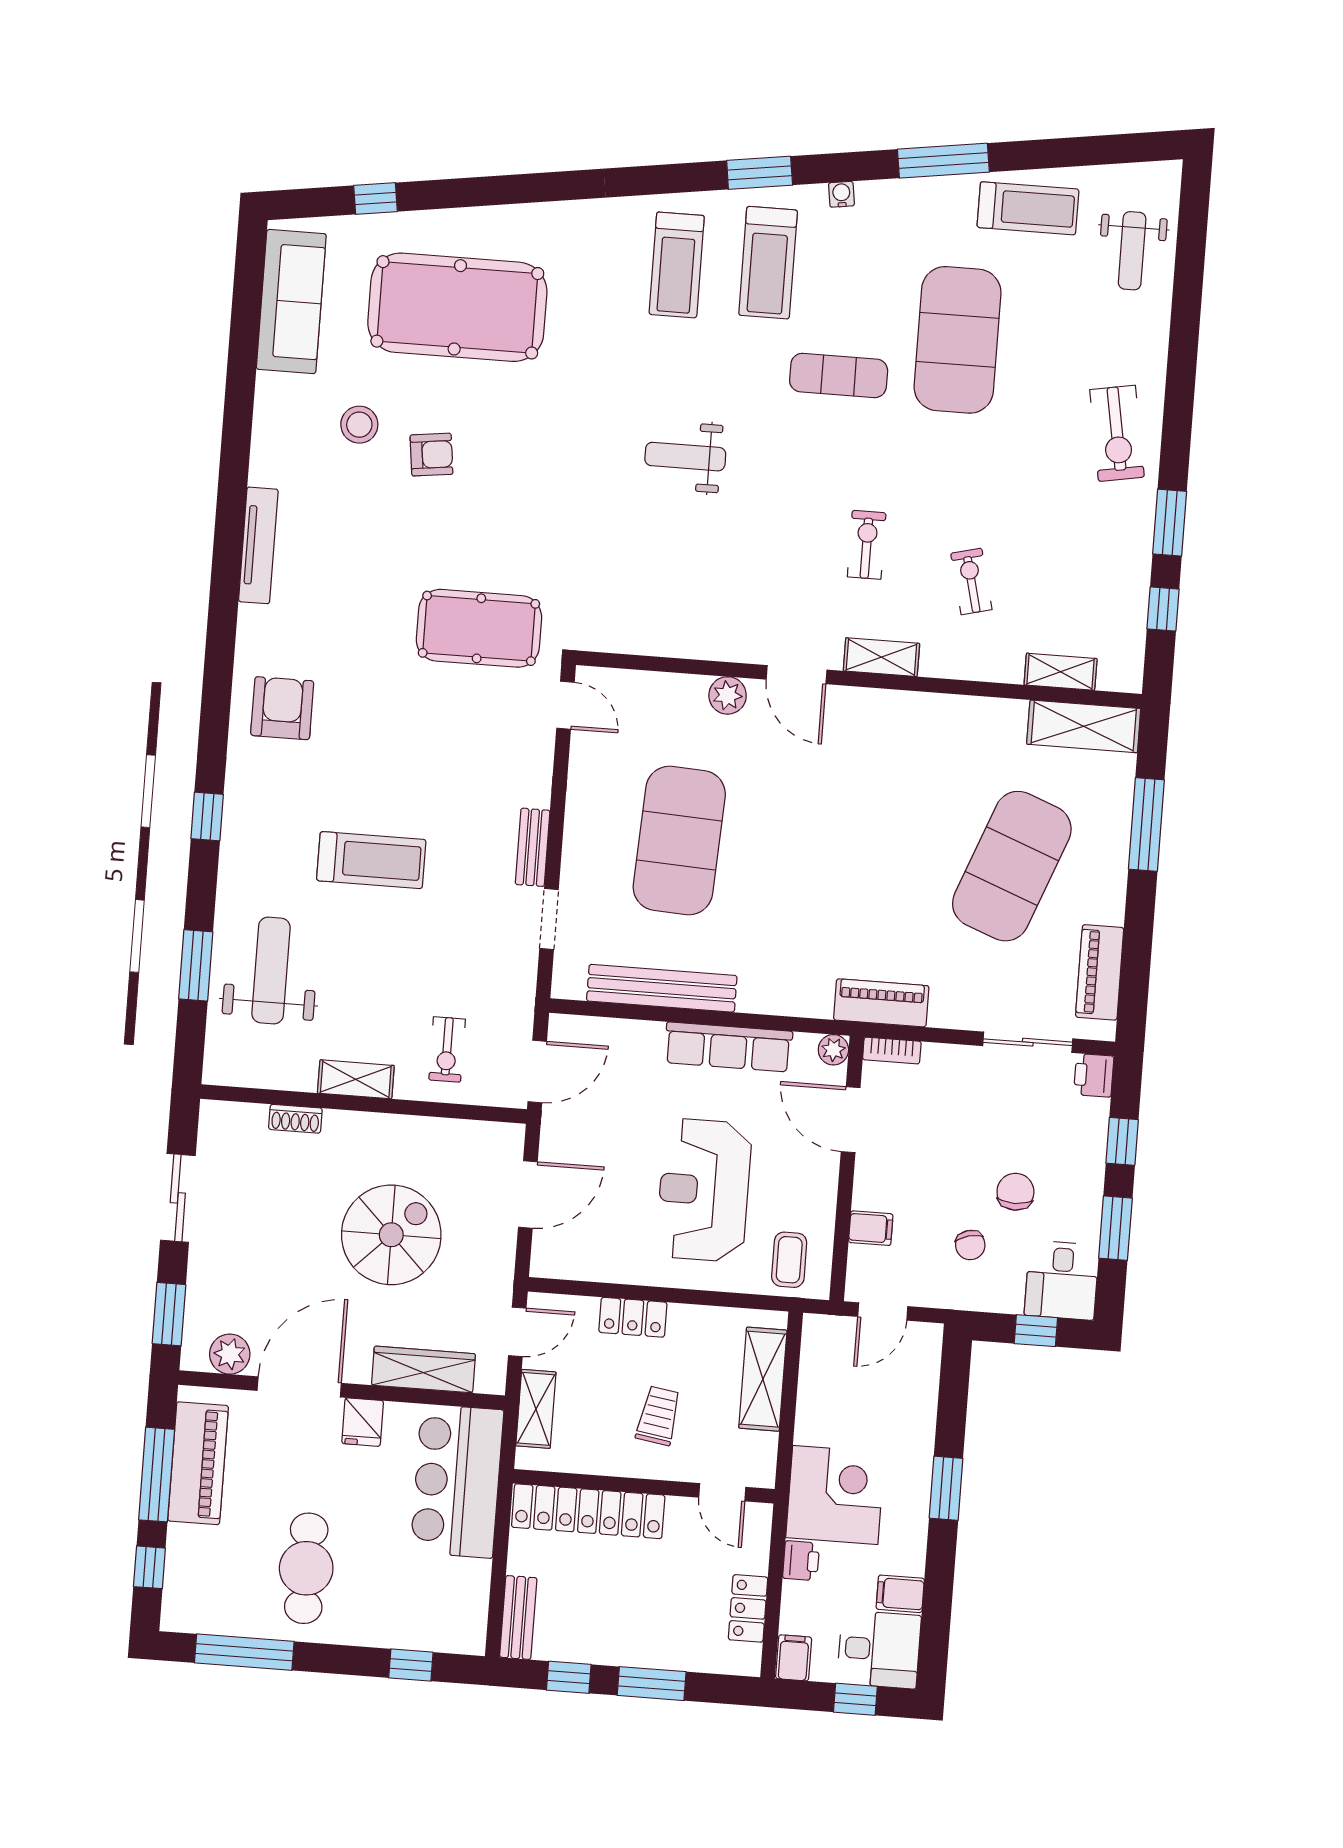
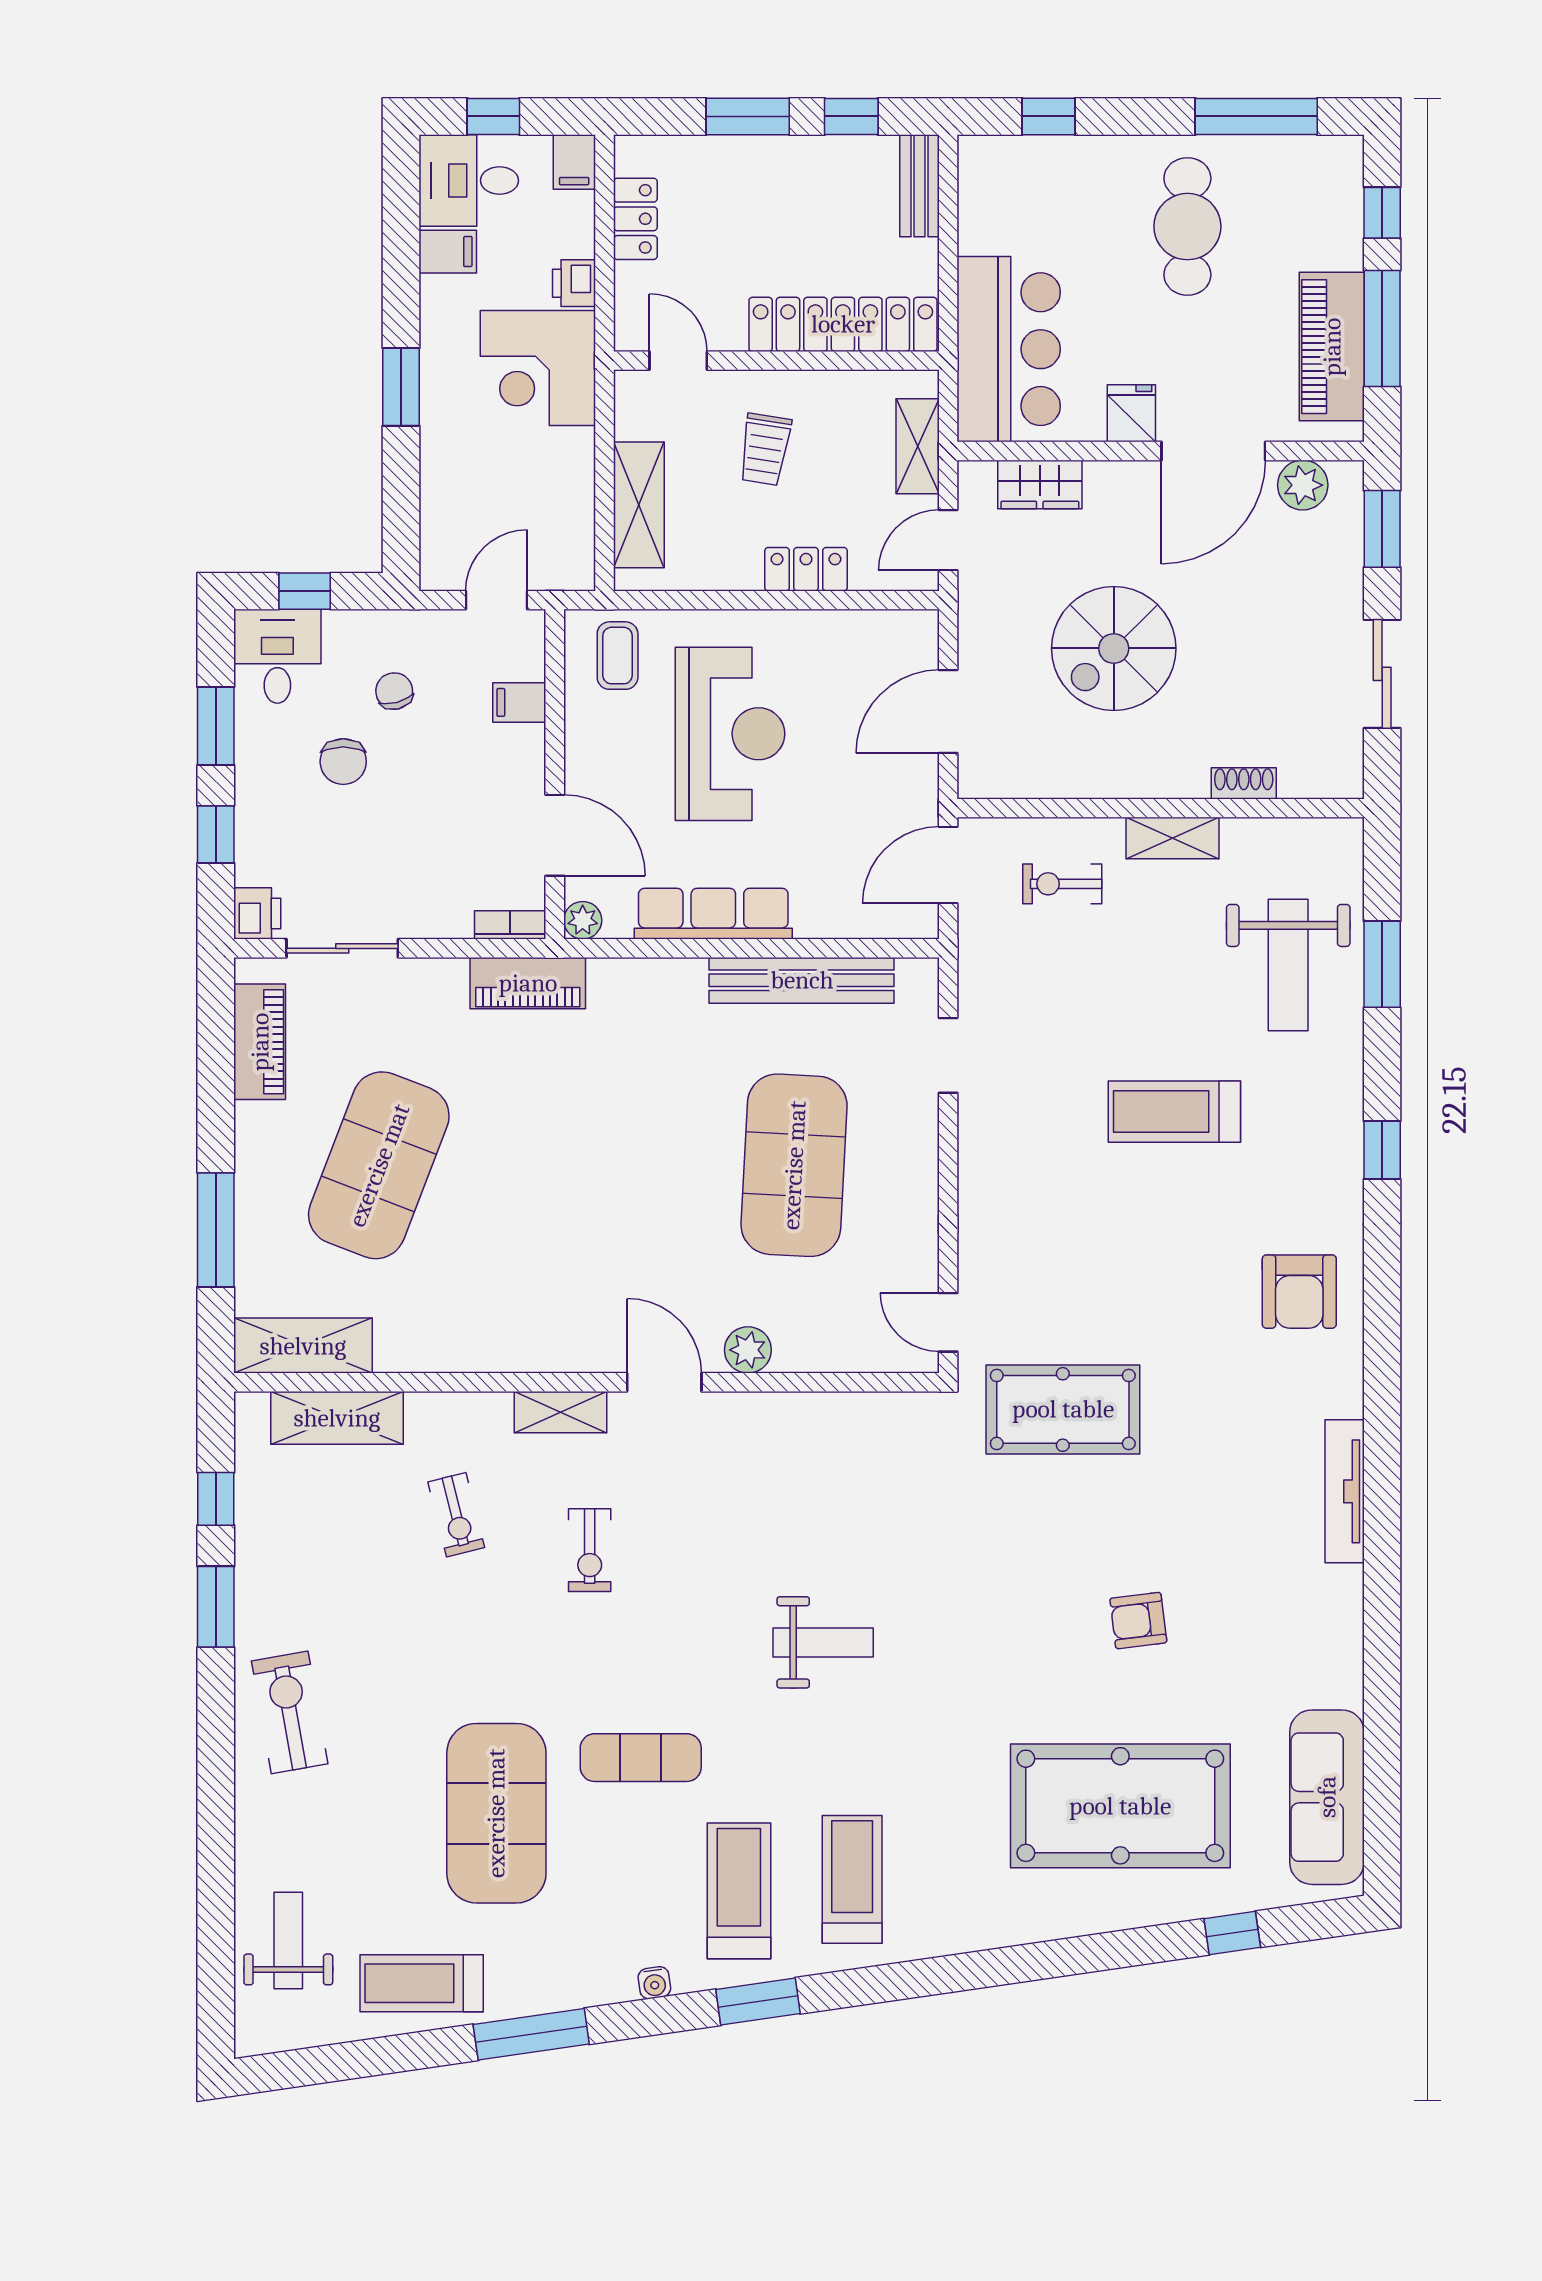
stool: (359, 425) -> (1231, 1651), removed
shelving: (1061, 672) -> (337, 1418), width x1.50, depth x1.33
bench: (533, 847) -> (975, 1143), removed
exercise bike: (447, 1049) -> (1062, 884), turned -90
wardrobe: (423, 1369) -> (1040, 484), width x0.67

